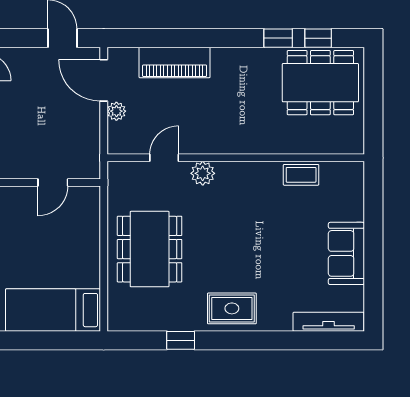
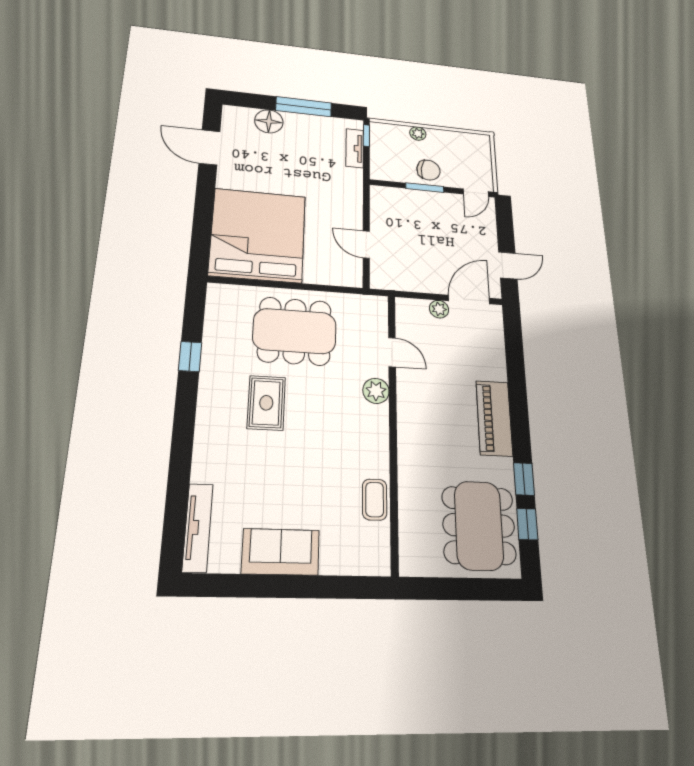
piano: (175, 62) -> (494, 418), moved
rug: (232, 308) -> (266, 403), moved
bed: (53, 310) -> (258, 235), width x2.04

